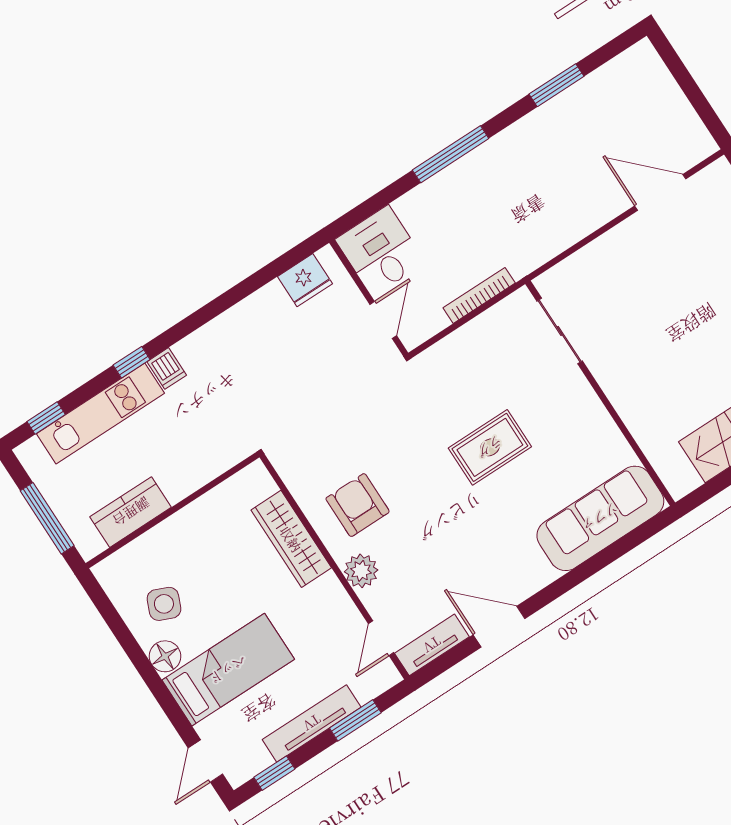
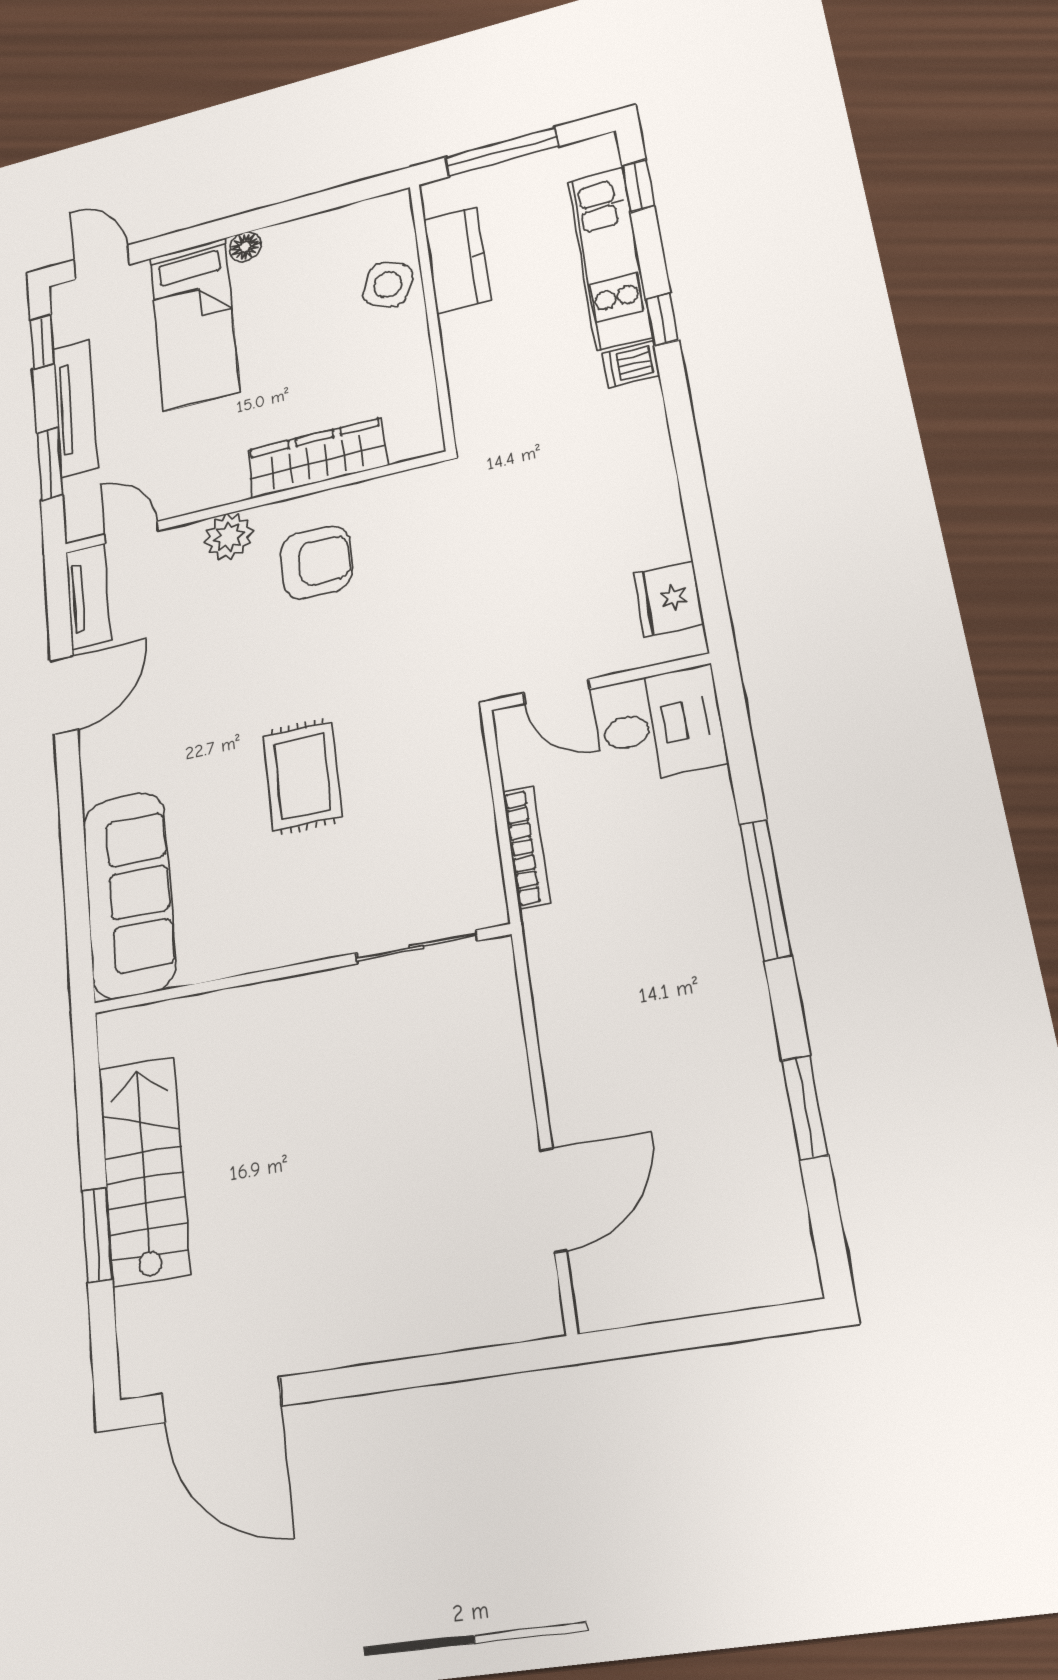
side table: (164, 604) -> (388, 285), moved
floor lamp: (165, 656) -> (245, 247), width x0.73, depth x0.73

